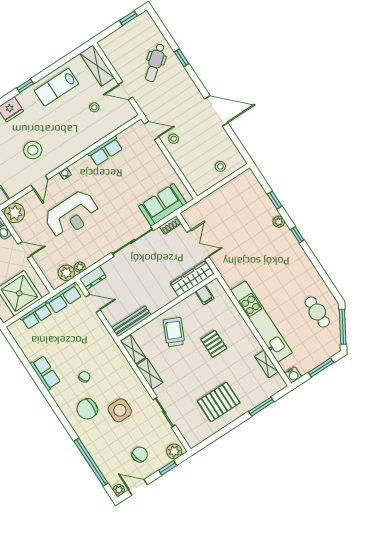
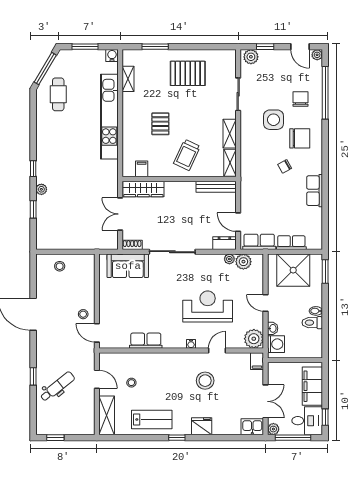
chair: (140, 455) -> (301, 99), moved, turned 106

